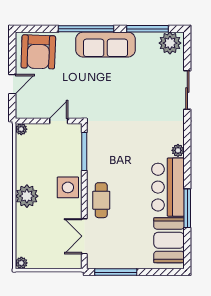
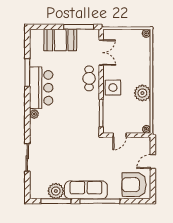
plant: (170, 43) -> (56, 191), moved
armchair: (38, 52) -> (134, 185), turned -92
plant: (27, 196) -> (142, 93), moved
booth: (169, 240) -> (60, 40), moved, turned 90

